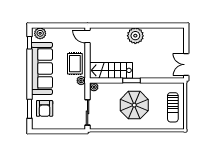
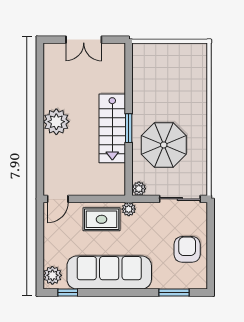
double door: (186, 65) -> (84, 40), moved
stairs: (111, 70) -> (112, 128), moved
parasol: (134, 105) -> (164, 145), moved
sun lounger: (173, 107) -> (172, 61), removed
armchair: (45, 108) -> (187, 249), moved, turned -90

